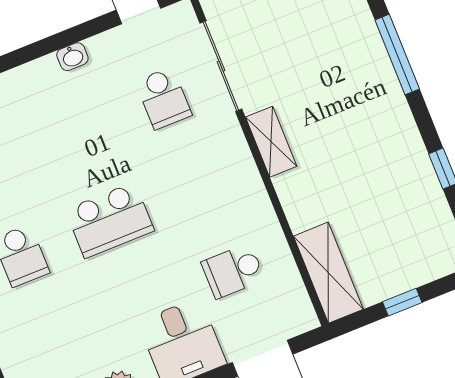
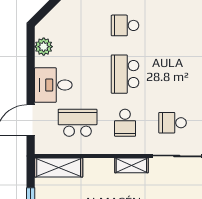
school desk: (198, 185) -> (125, 123), added
school desk: (233, 271) -> (78, 123), width x1.85

